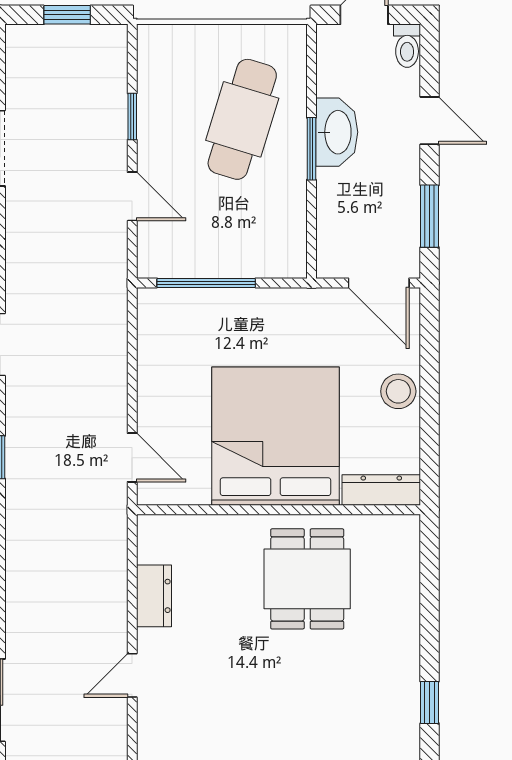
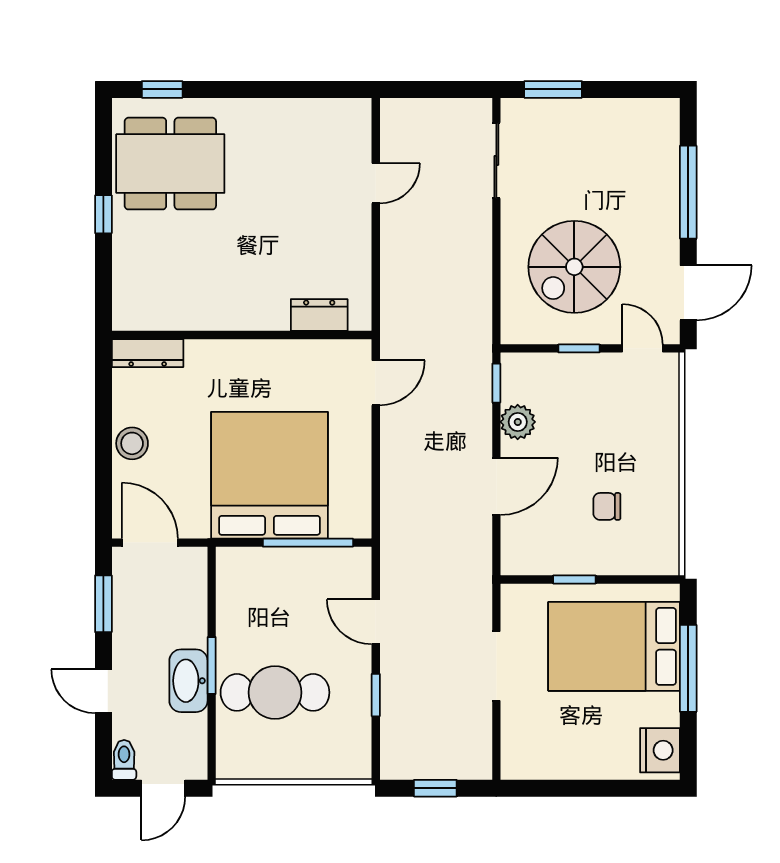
cafe table: (242, 119) -> (275, 692), turned 73
bed: (276, 436) -> (269, 475), moved, turned 180
door: (132, 457) -> (376, 383), swing flipped
dining table: (307, 579) -> (170, 164), moved, width x1.38
dresser: (154, 596) -> (319, 315), moved, turned 90
window: (430, 702) -> (103, 214), moved

